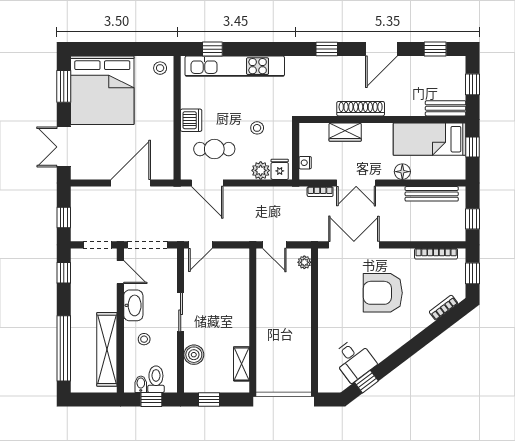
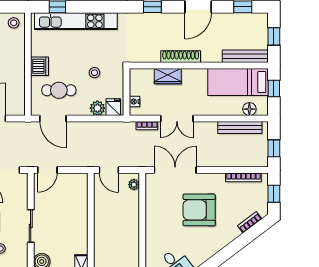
bench: (446, 108) -> (245, 56), width x1.36
floor lamp: (402, 172) -> (249, 109), moved

